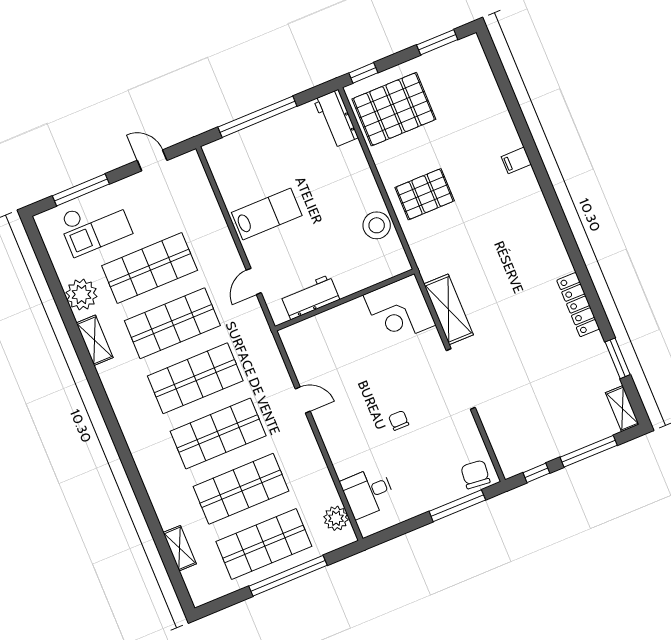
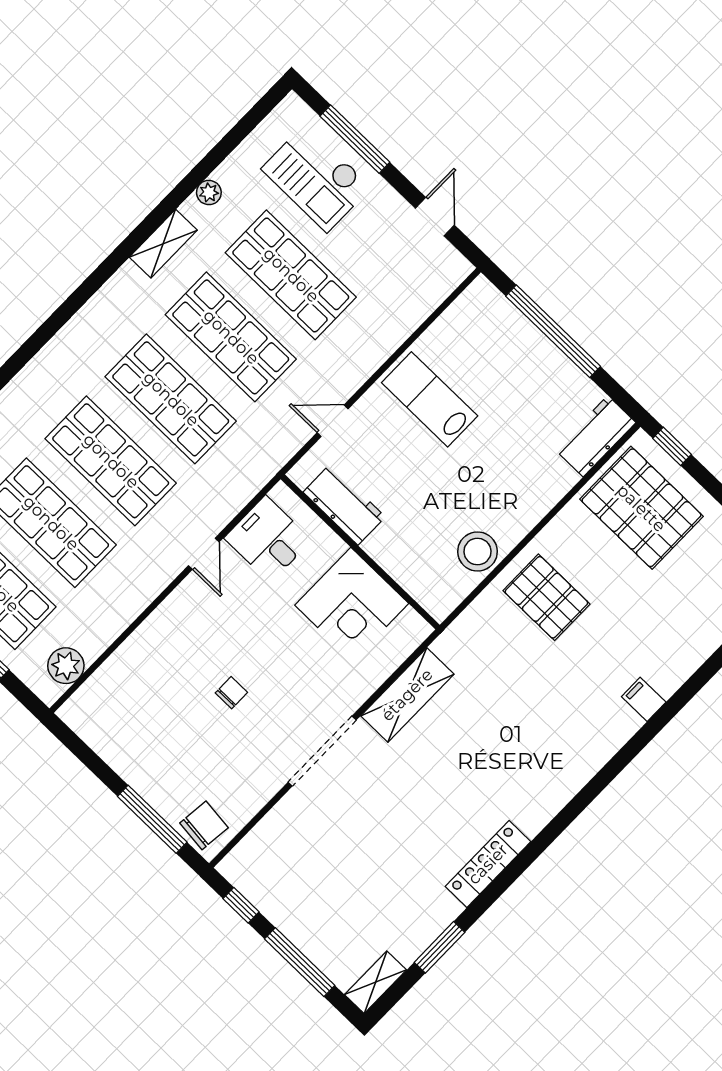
lab bench: (267, 214) -> (430, 399), turned 180
plant: (82, 294) -> (209, 193), width x0.53, depth x0.53
corner desk: (400, 310) -> (352, 604), moved, turned -90
desk: (368, 492) -> (268, 539), moved

